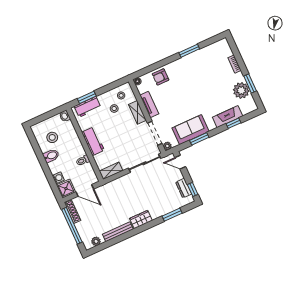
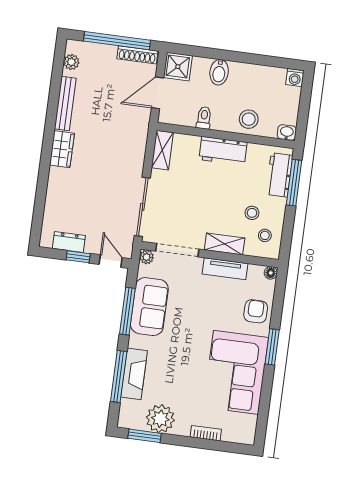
window: (189, 51) -> (272, 347), moved
corner sofa: (196, 68) -> (236, 372), added
window: (250, 84) -> (144, 436), moved
window: (87, 97) -> (294, 183), width x1.44
window: (233, 123) -> (119, 377), width x2.17
stool: (52, 137) -> (249, 119), moved
window: (199, 139) -> (127, 311), width x1.44
bidet: (51, 156) -> (219, 72), moved
door: (180, 162) -> (111, 261), hinge flipped
washing machine: (58, 178) -> (295, 78), moved
window: (193, 189) -> (78, 257), moved
window: (172, 215) -> (40, 200), removed

